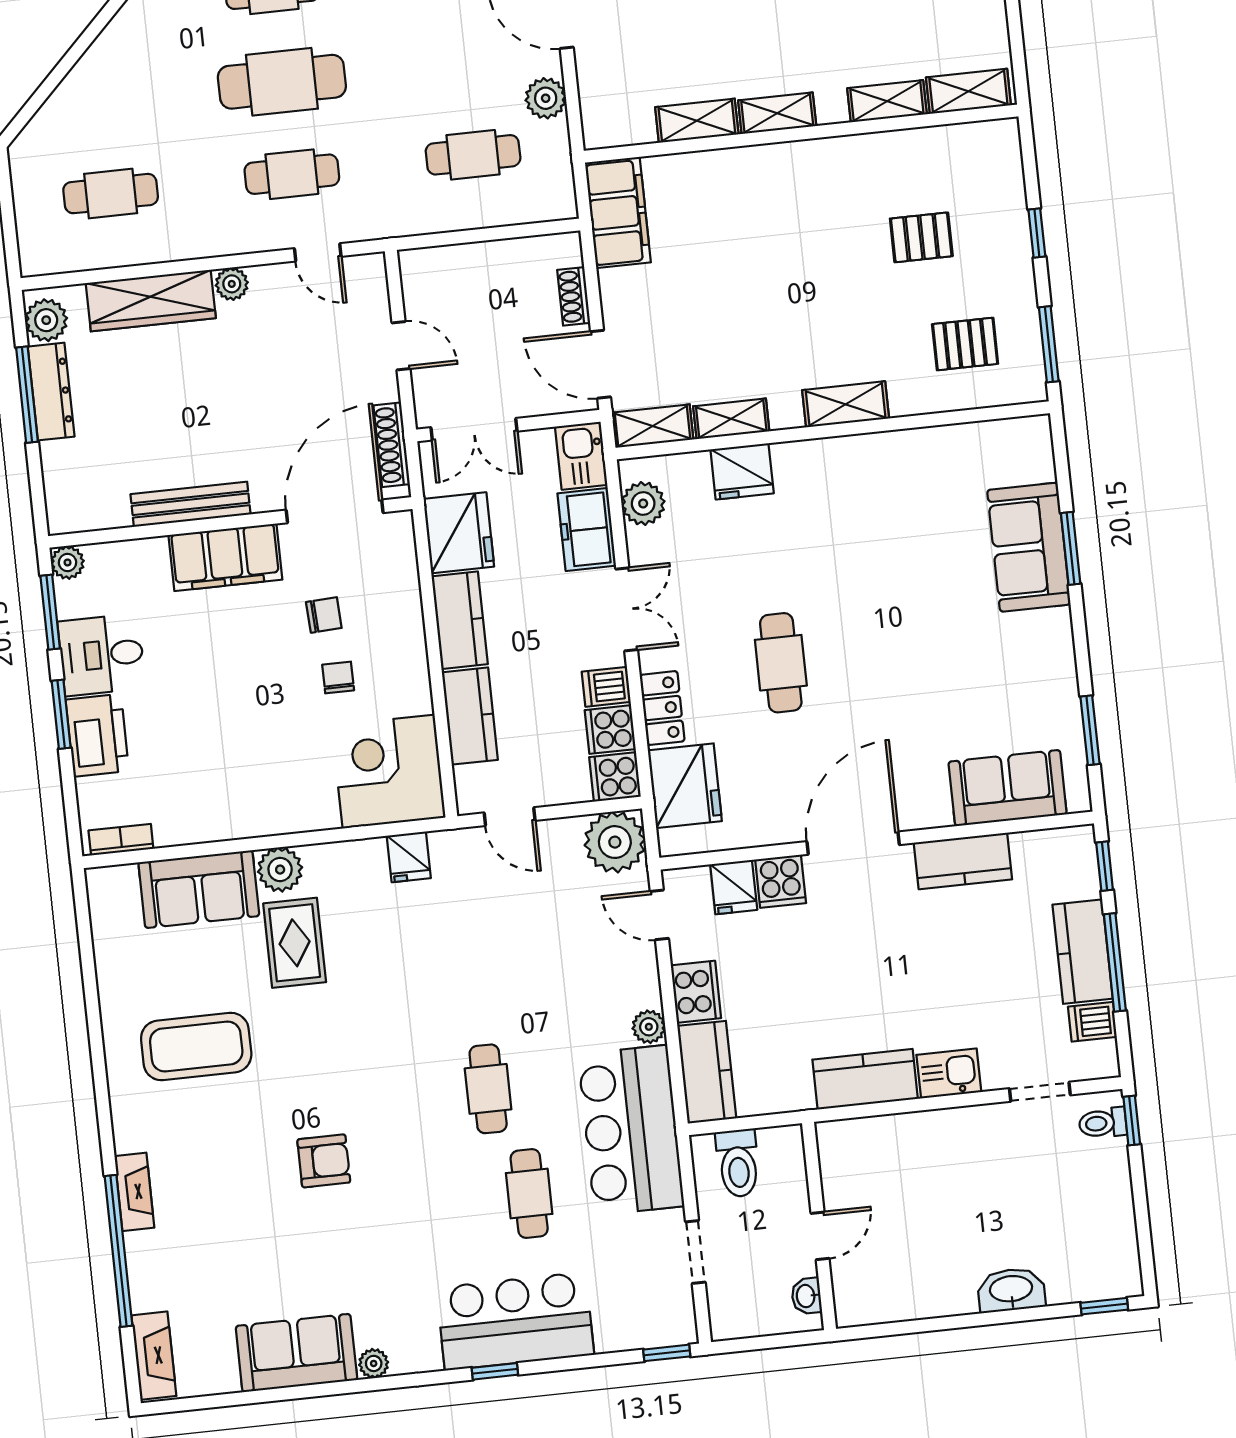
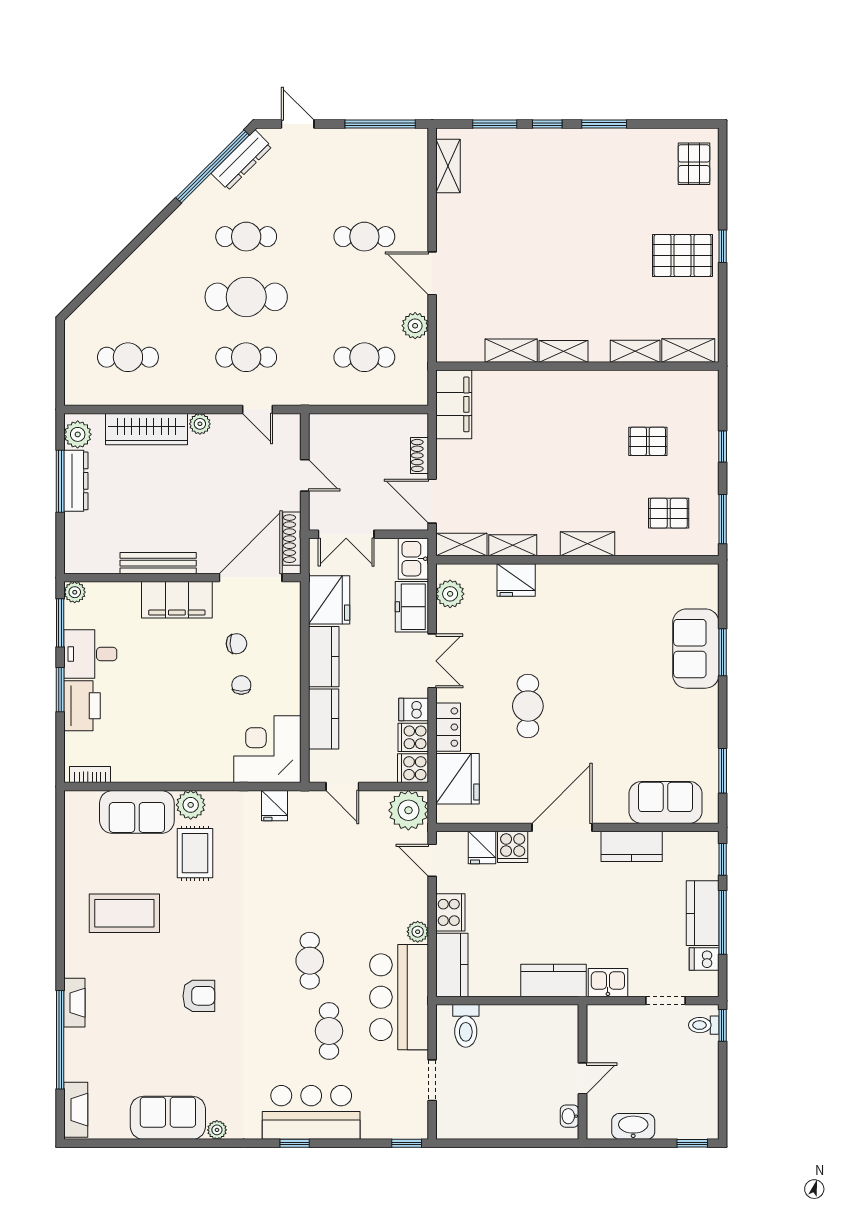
wall: (819, 1226) -> (583, 1072), moved
door: (820, 1236) -> (583, 1078), moved
washbasin: (806, 1296) -> (570, 1116), moved

